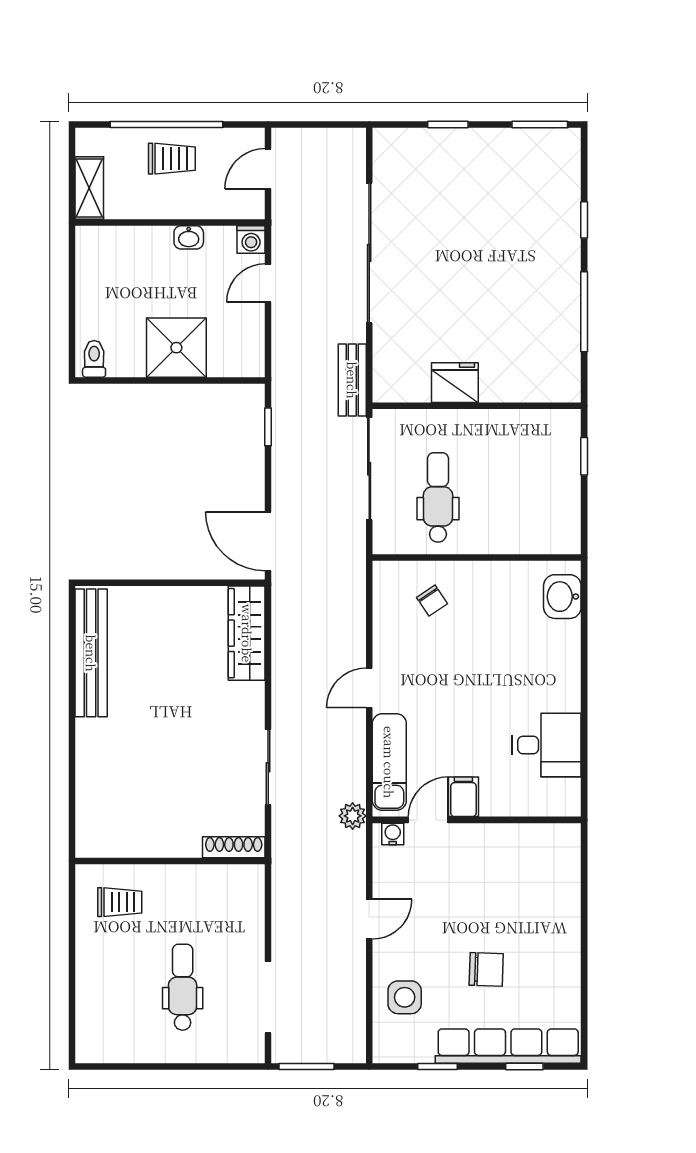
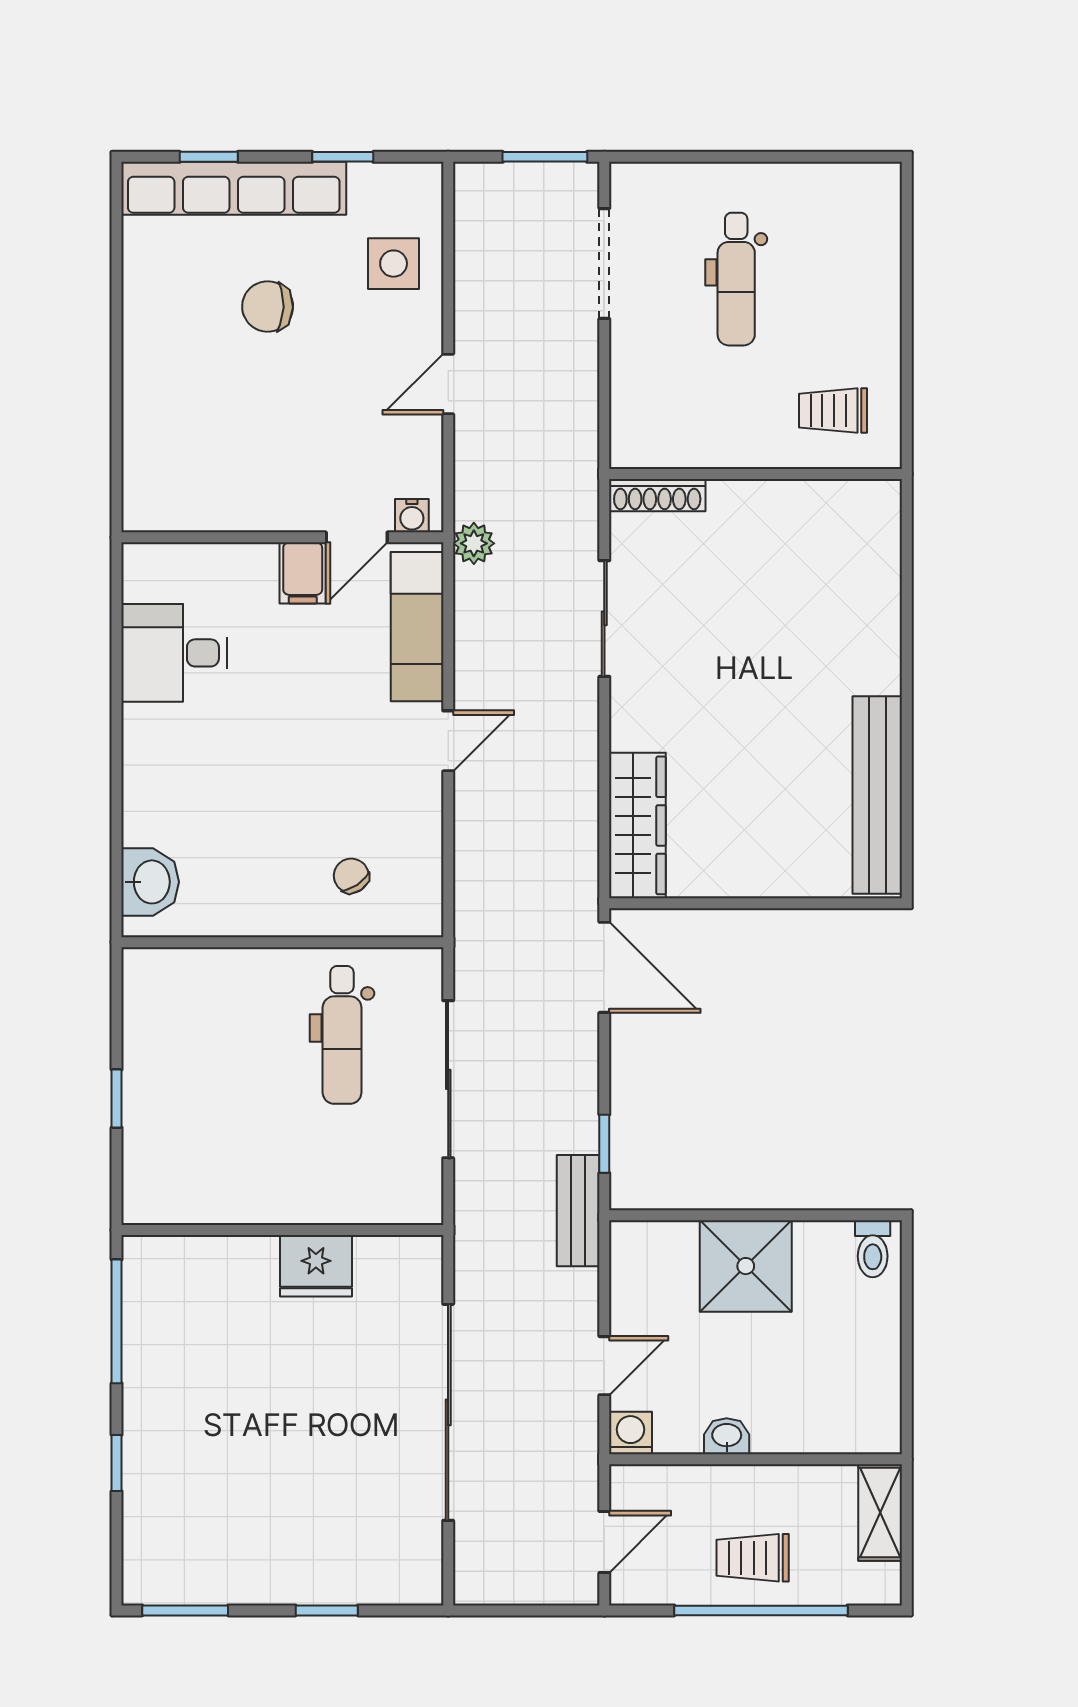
bench: (352, 380) -> (578, 1211), moved
fridge: (455, 383) -> (316, 1266), moved
wall: (477, 406) -> (282, 1230), moved

